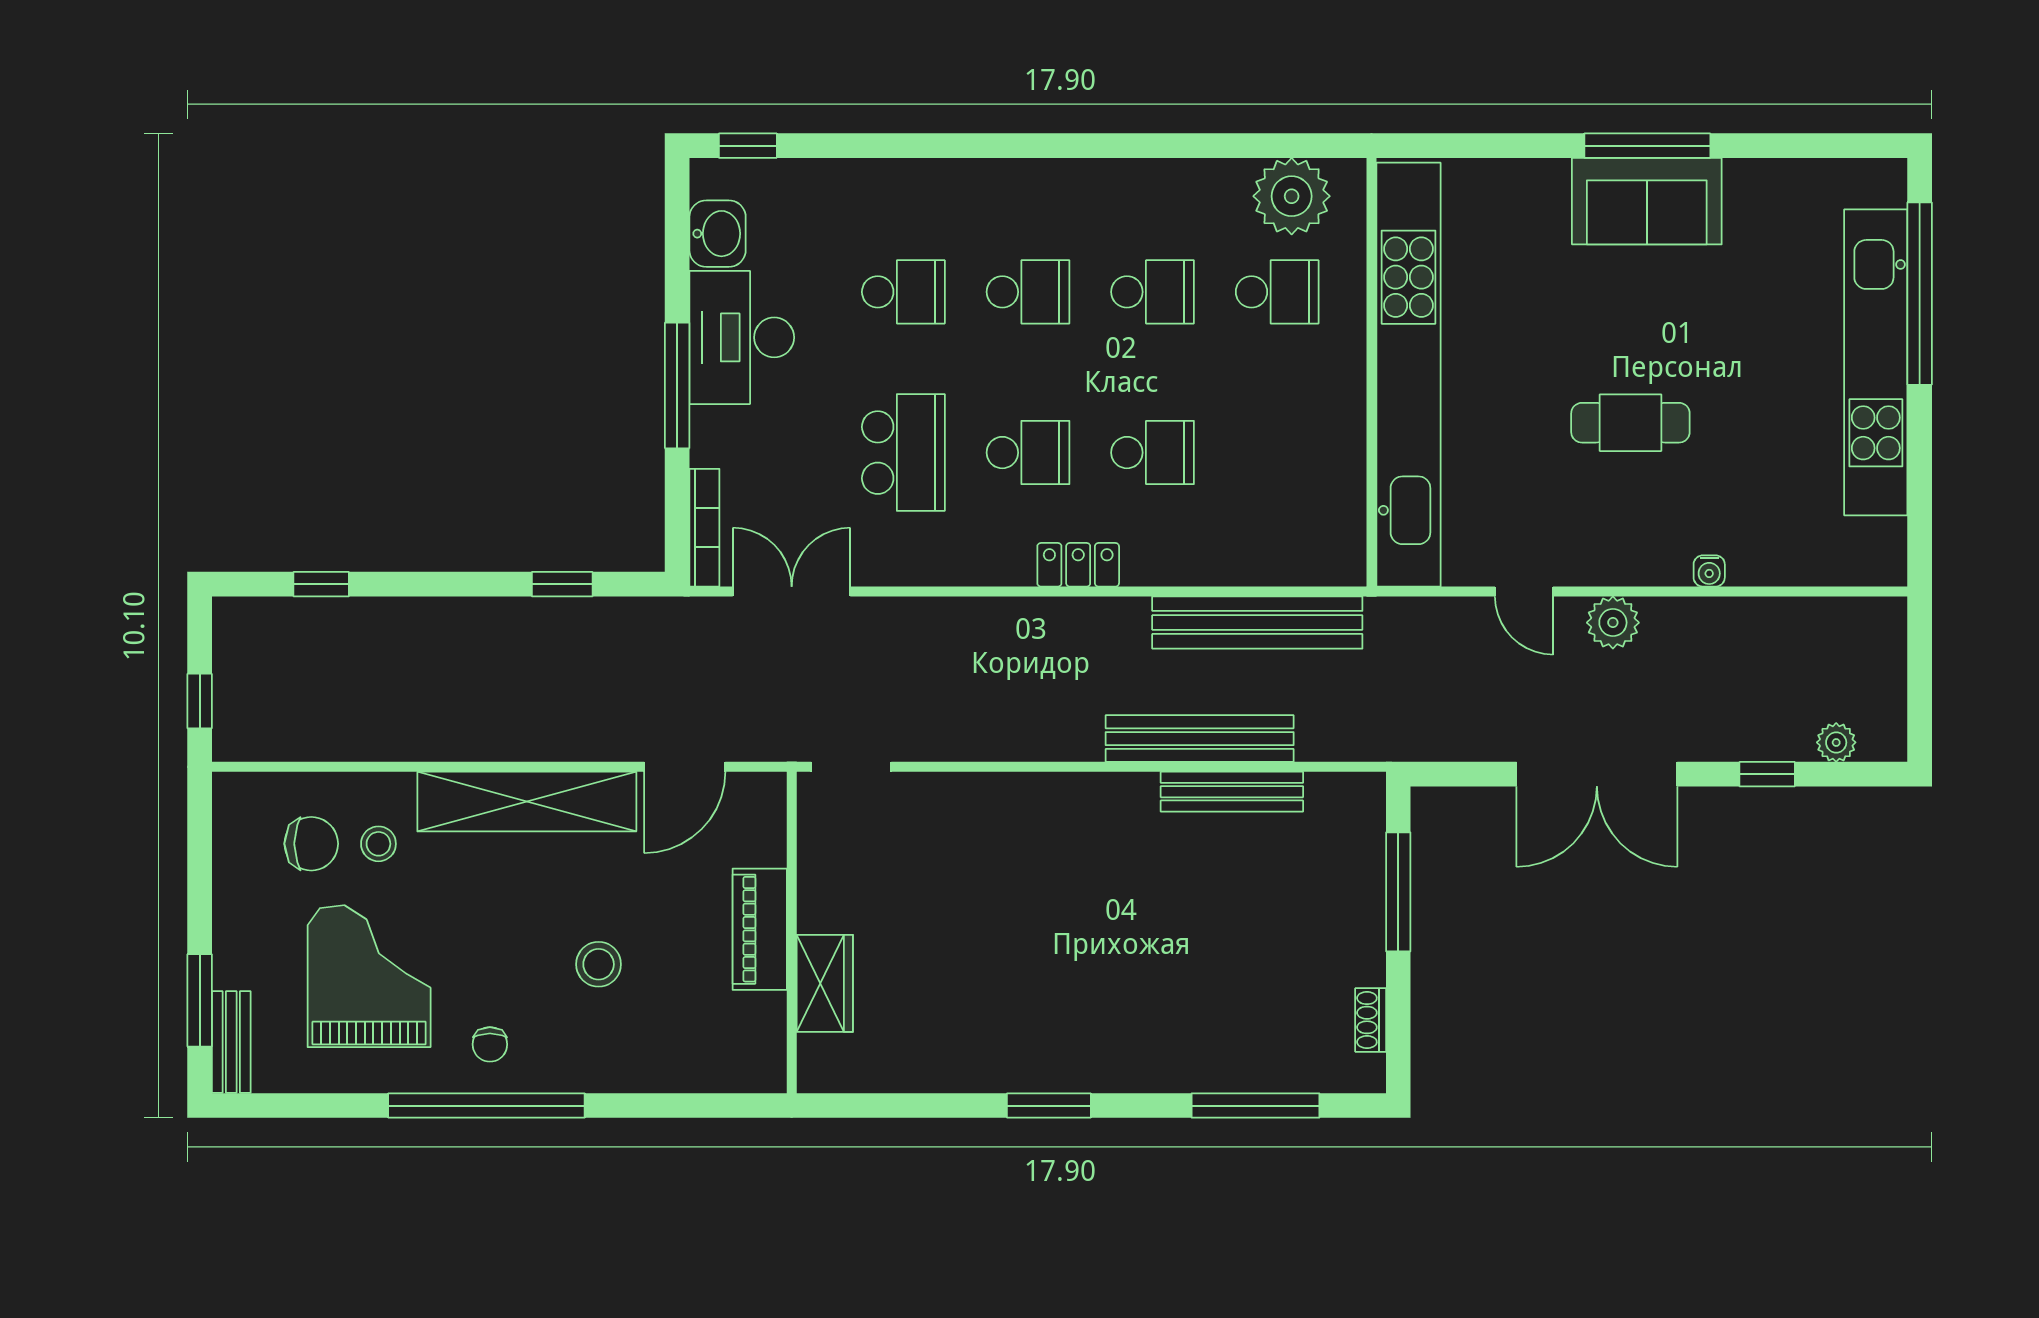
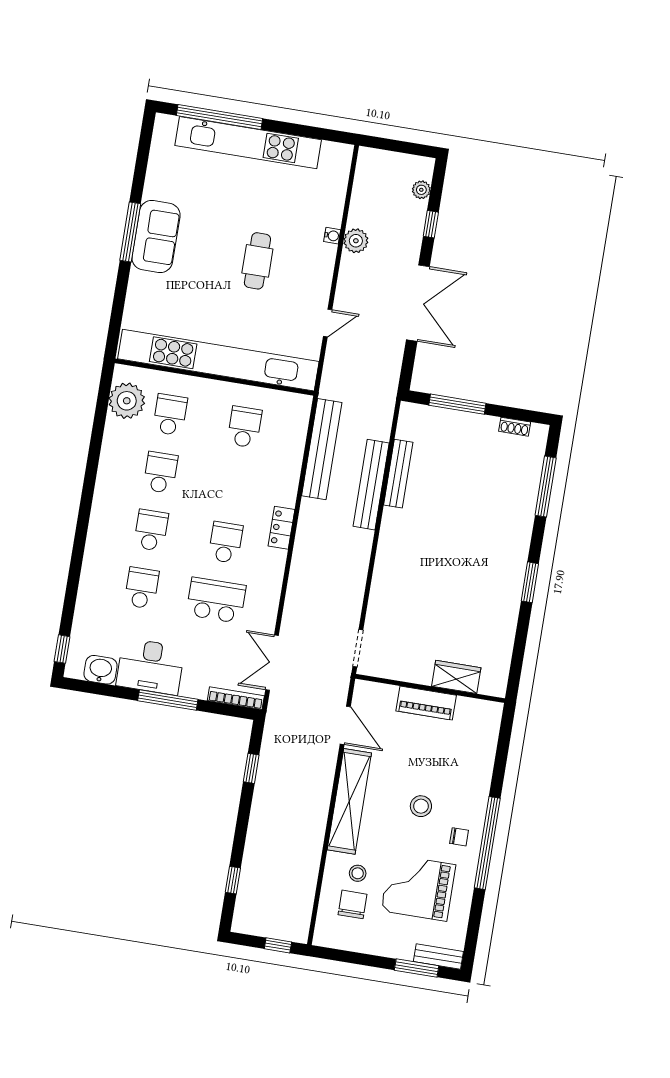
school desk: (1153, 453) -> (244, 427), moved
plant: (1613, 623) -> (356, 241), moved
stool: (599, 964) -> (421, 806), moved

